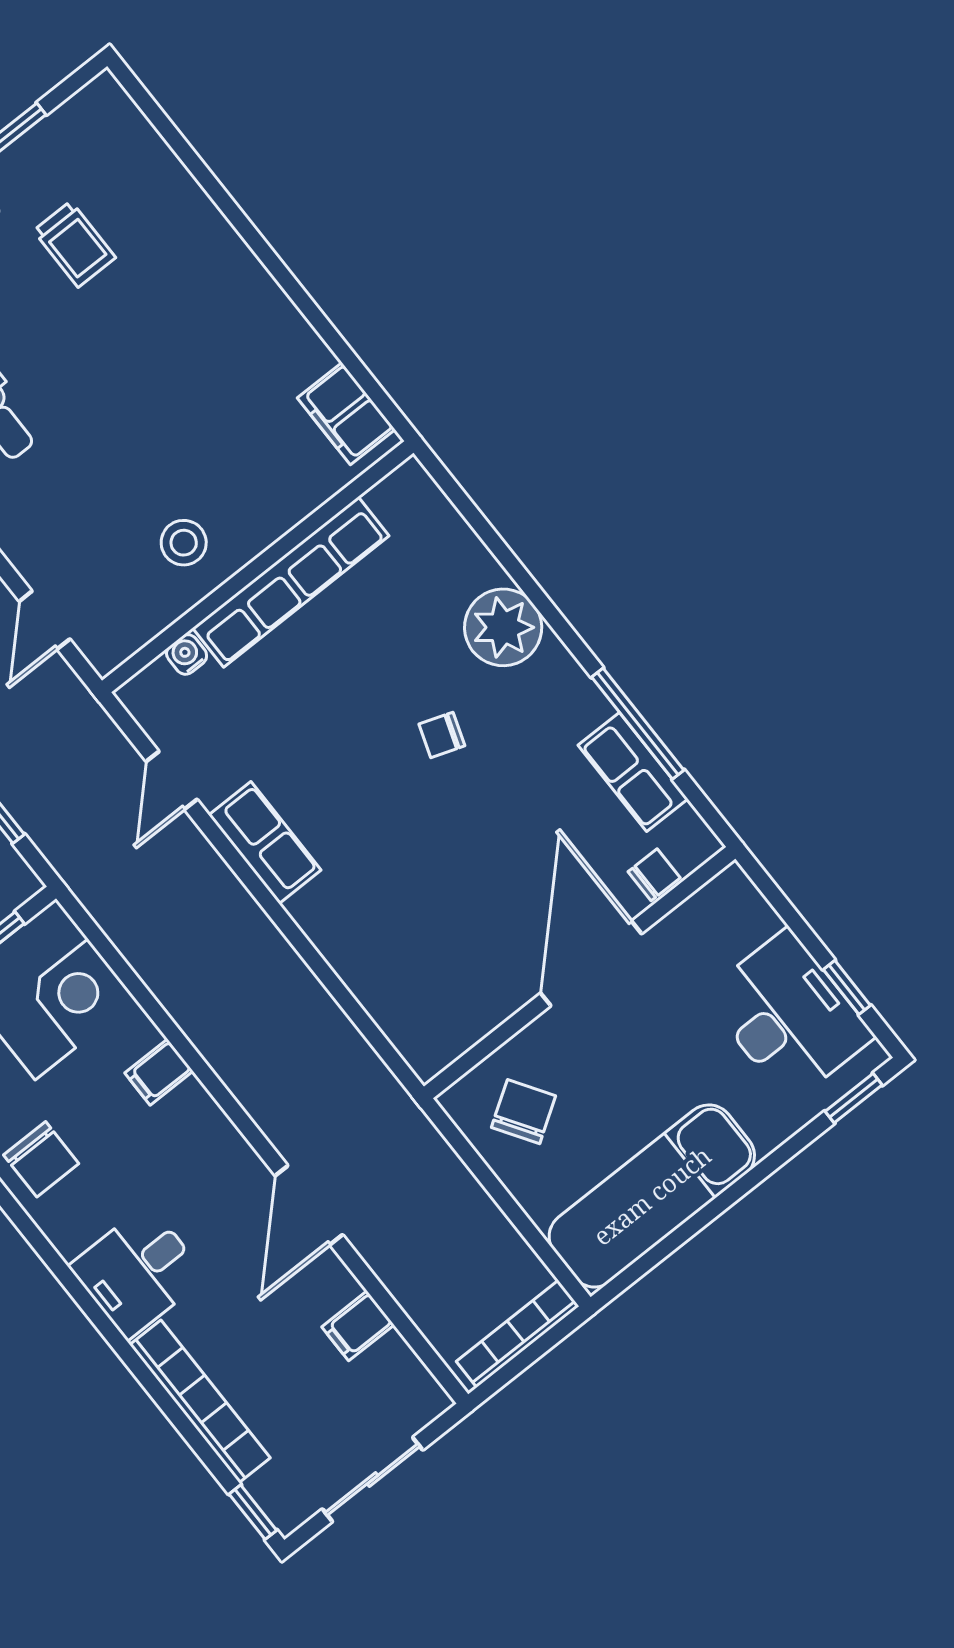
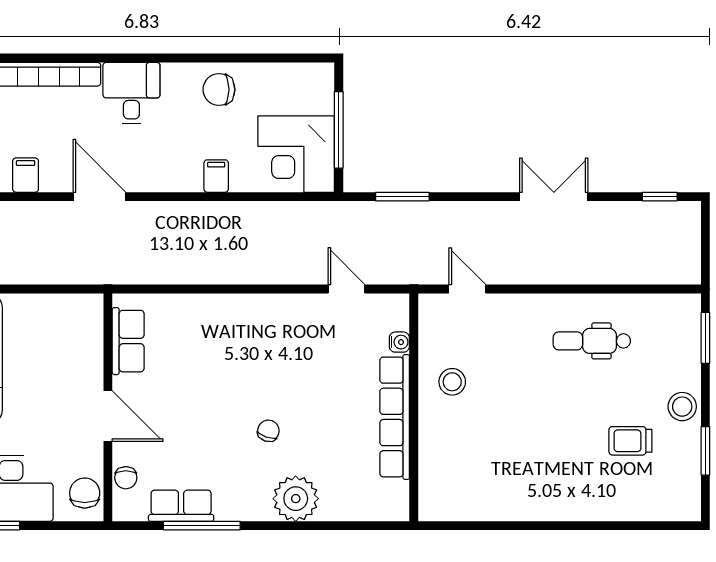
filing cabinet: (346, 414) -> (452, 504), removed
row of seats: (265, 843) -> (128, 341), moved, turned -90
door: (591, 963) -> (108, 416), width x0.73
chair: (524, 1112) -> (85, 493), moved, turned -147

